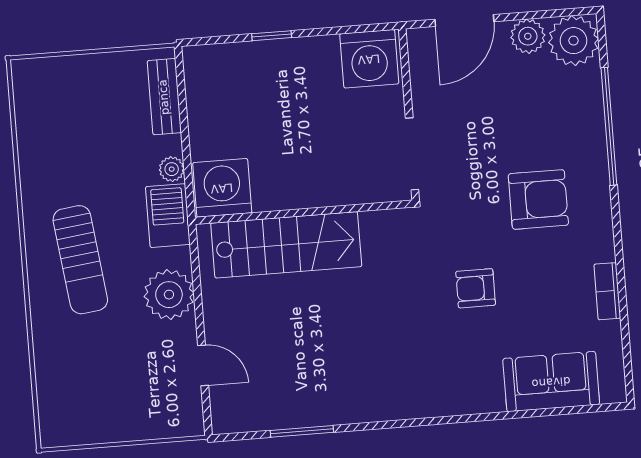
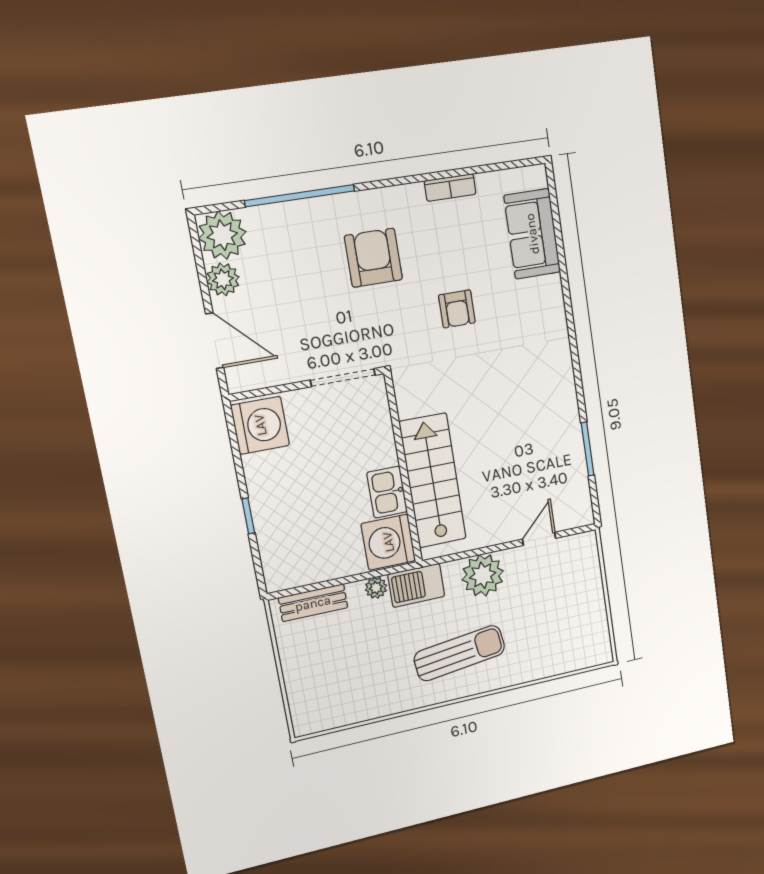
kitchen sink: (279, 192) -> (387, 492), added

